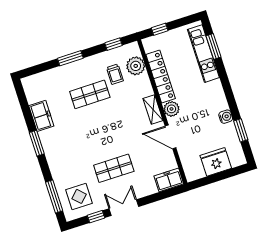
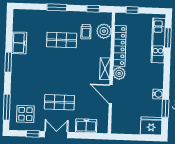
fridge: (216, 162) -> (151, 126), moved
freezer: (169, 180) -> (86, 126), moved

